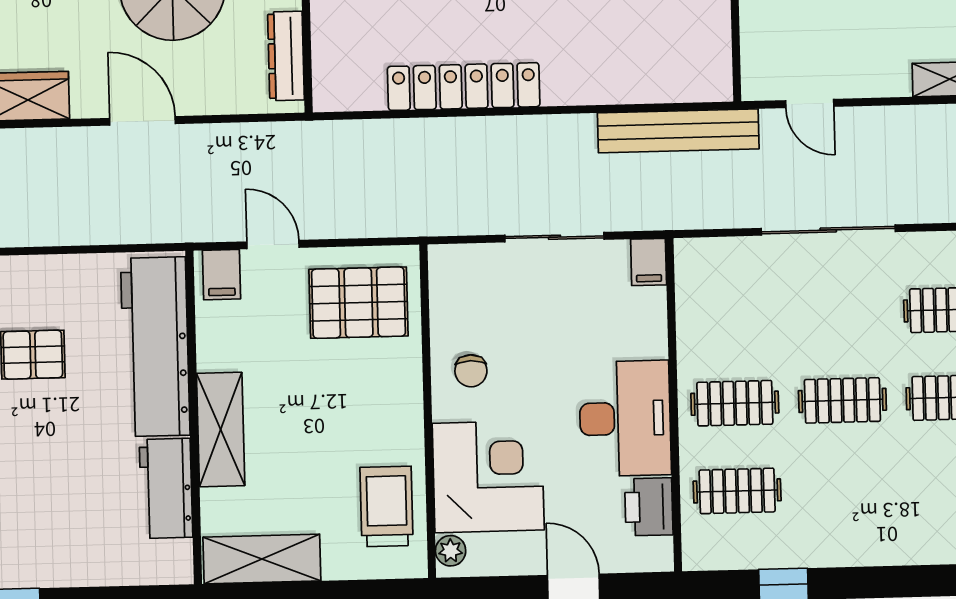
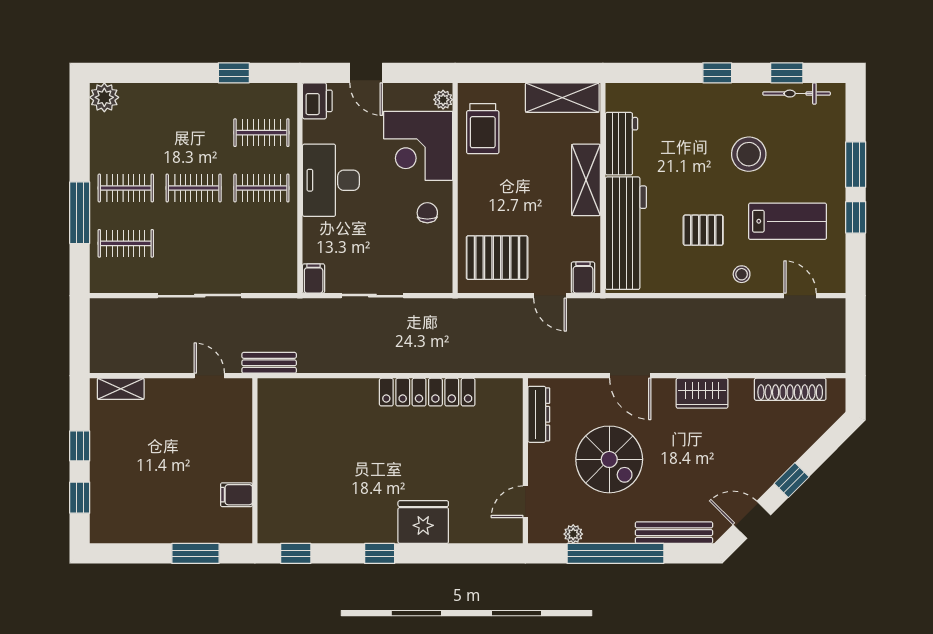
bench: (678, 131) -> (269, 363), width x0.54, depth x0.82
printer: (649, 507) -> (317, 101), moved

